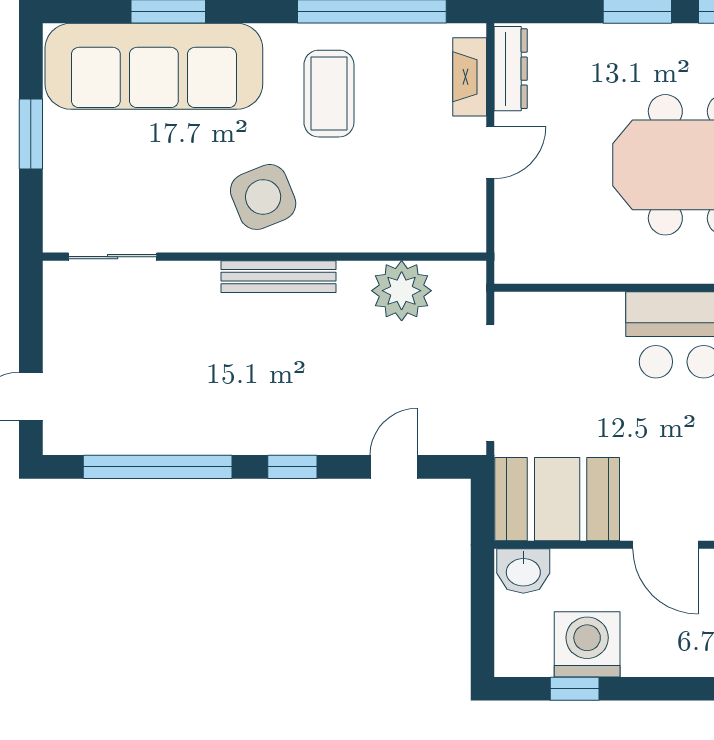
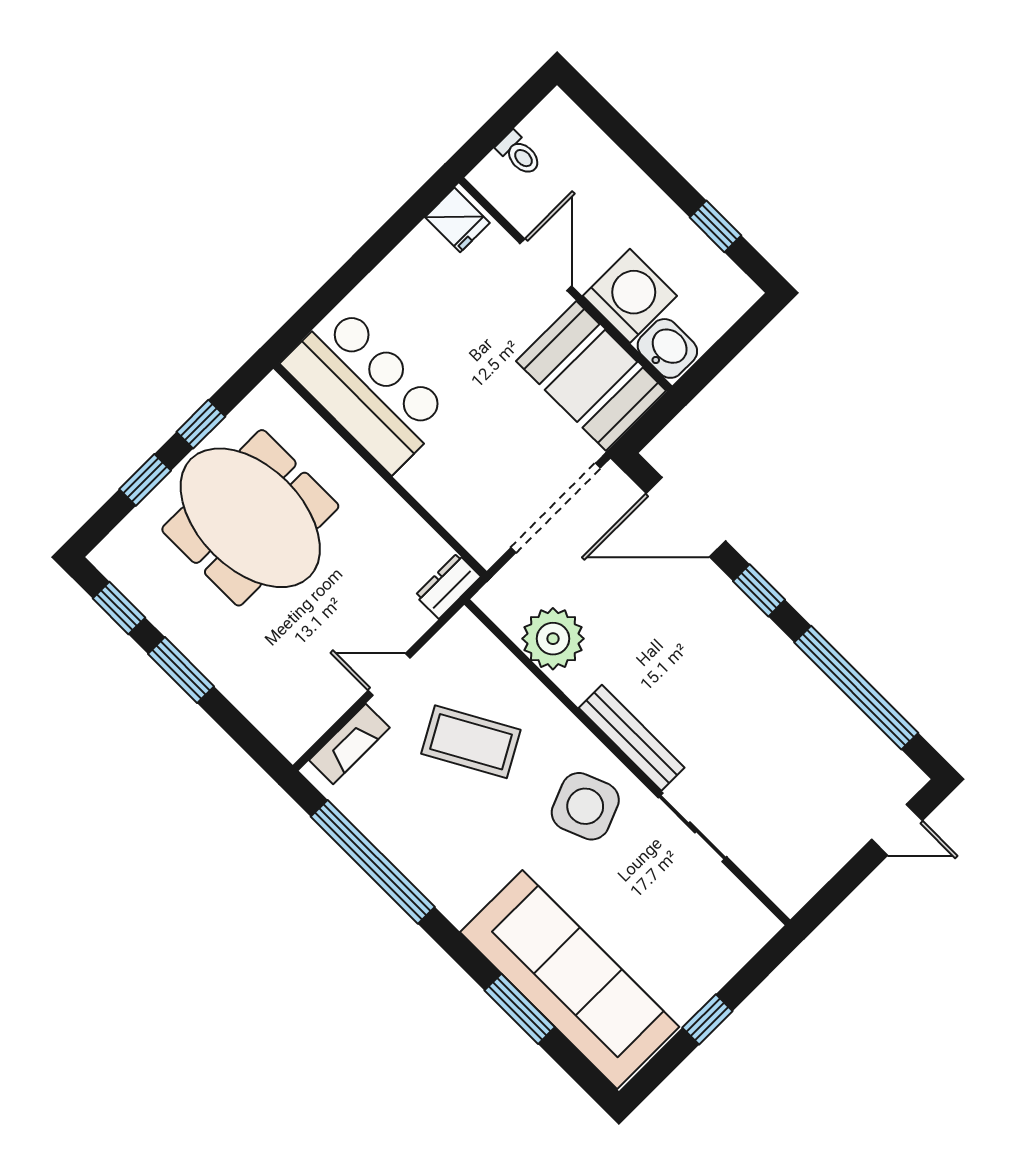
dresser: (511, 69) -> (448, 586), moved, width x0.70
coffee table: (329, 94) -> (471, 742), moved, turned 61
window: (31, 134) -> (707, 1019), width x0.67
sliding door: (113, 257) -> (692, 827), moved
door: (394, 467) -> (686, 517), width x1.87
washing machine: (587, 644) -> (630, 296), moved, turned 180

